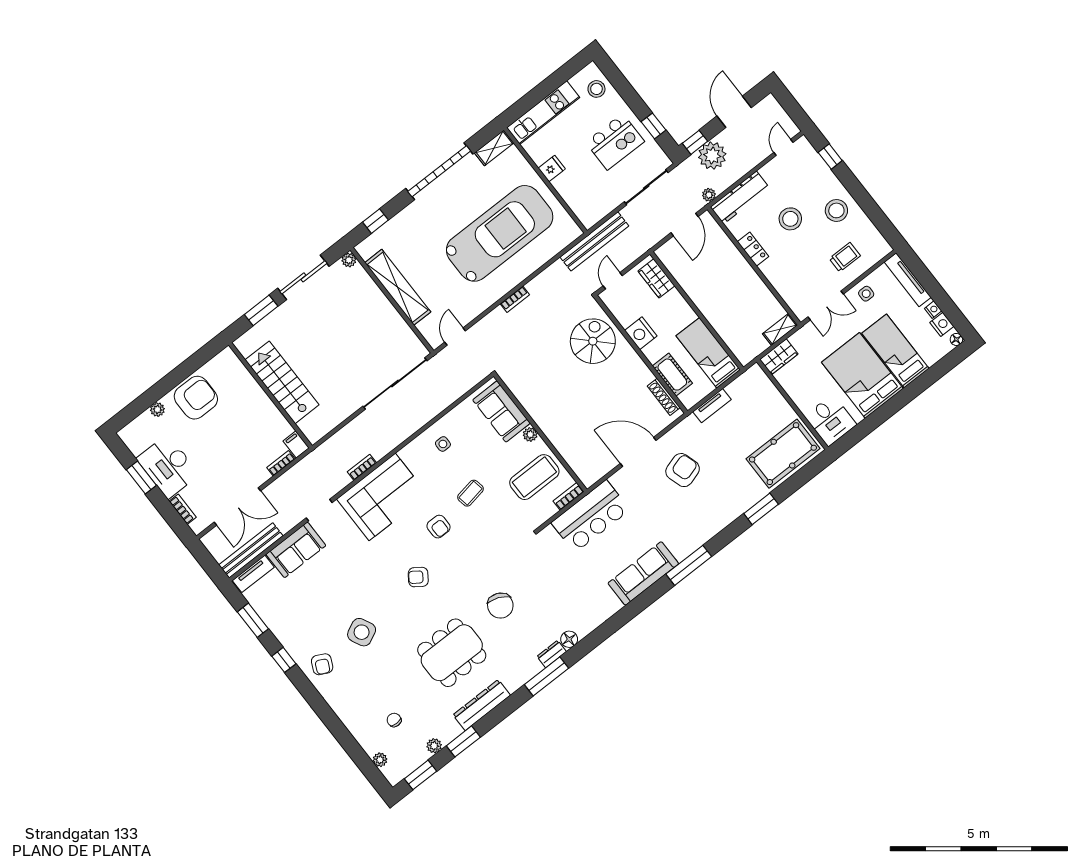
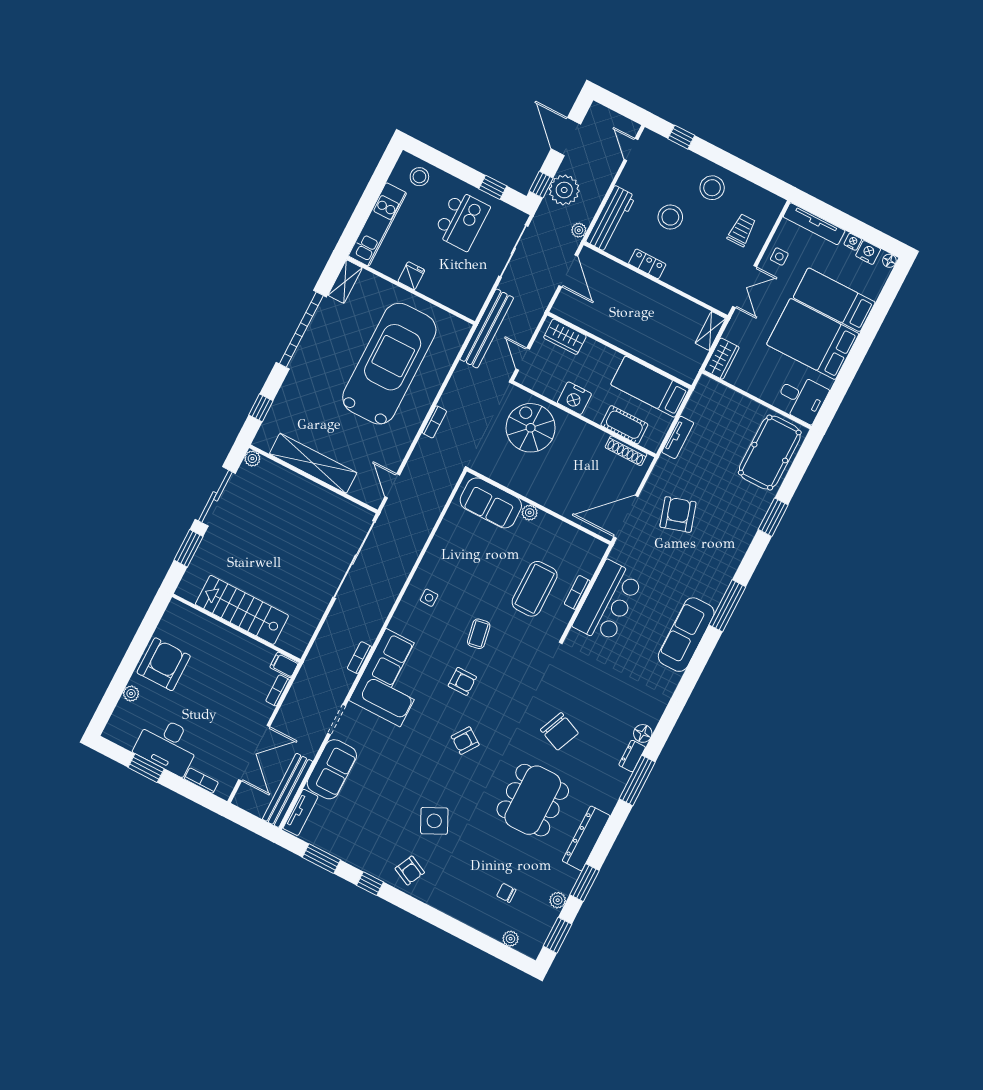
sofa: (501, 411) -> (491, 503), moved
wall: (540, 433) -> (539, 506), moved
plant: (530, 434) -> (530, 513), moved

